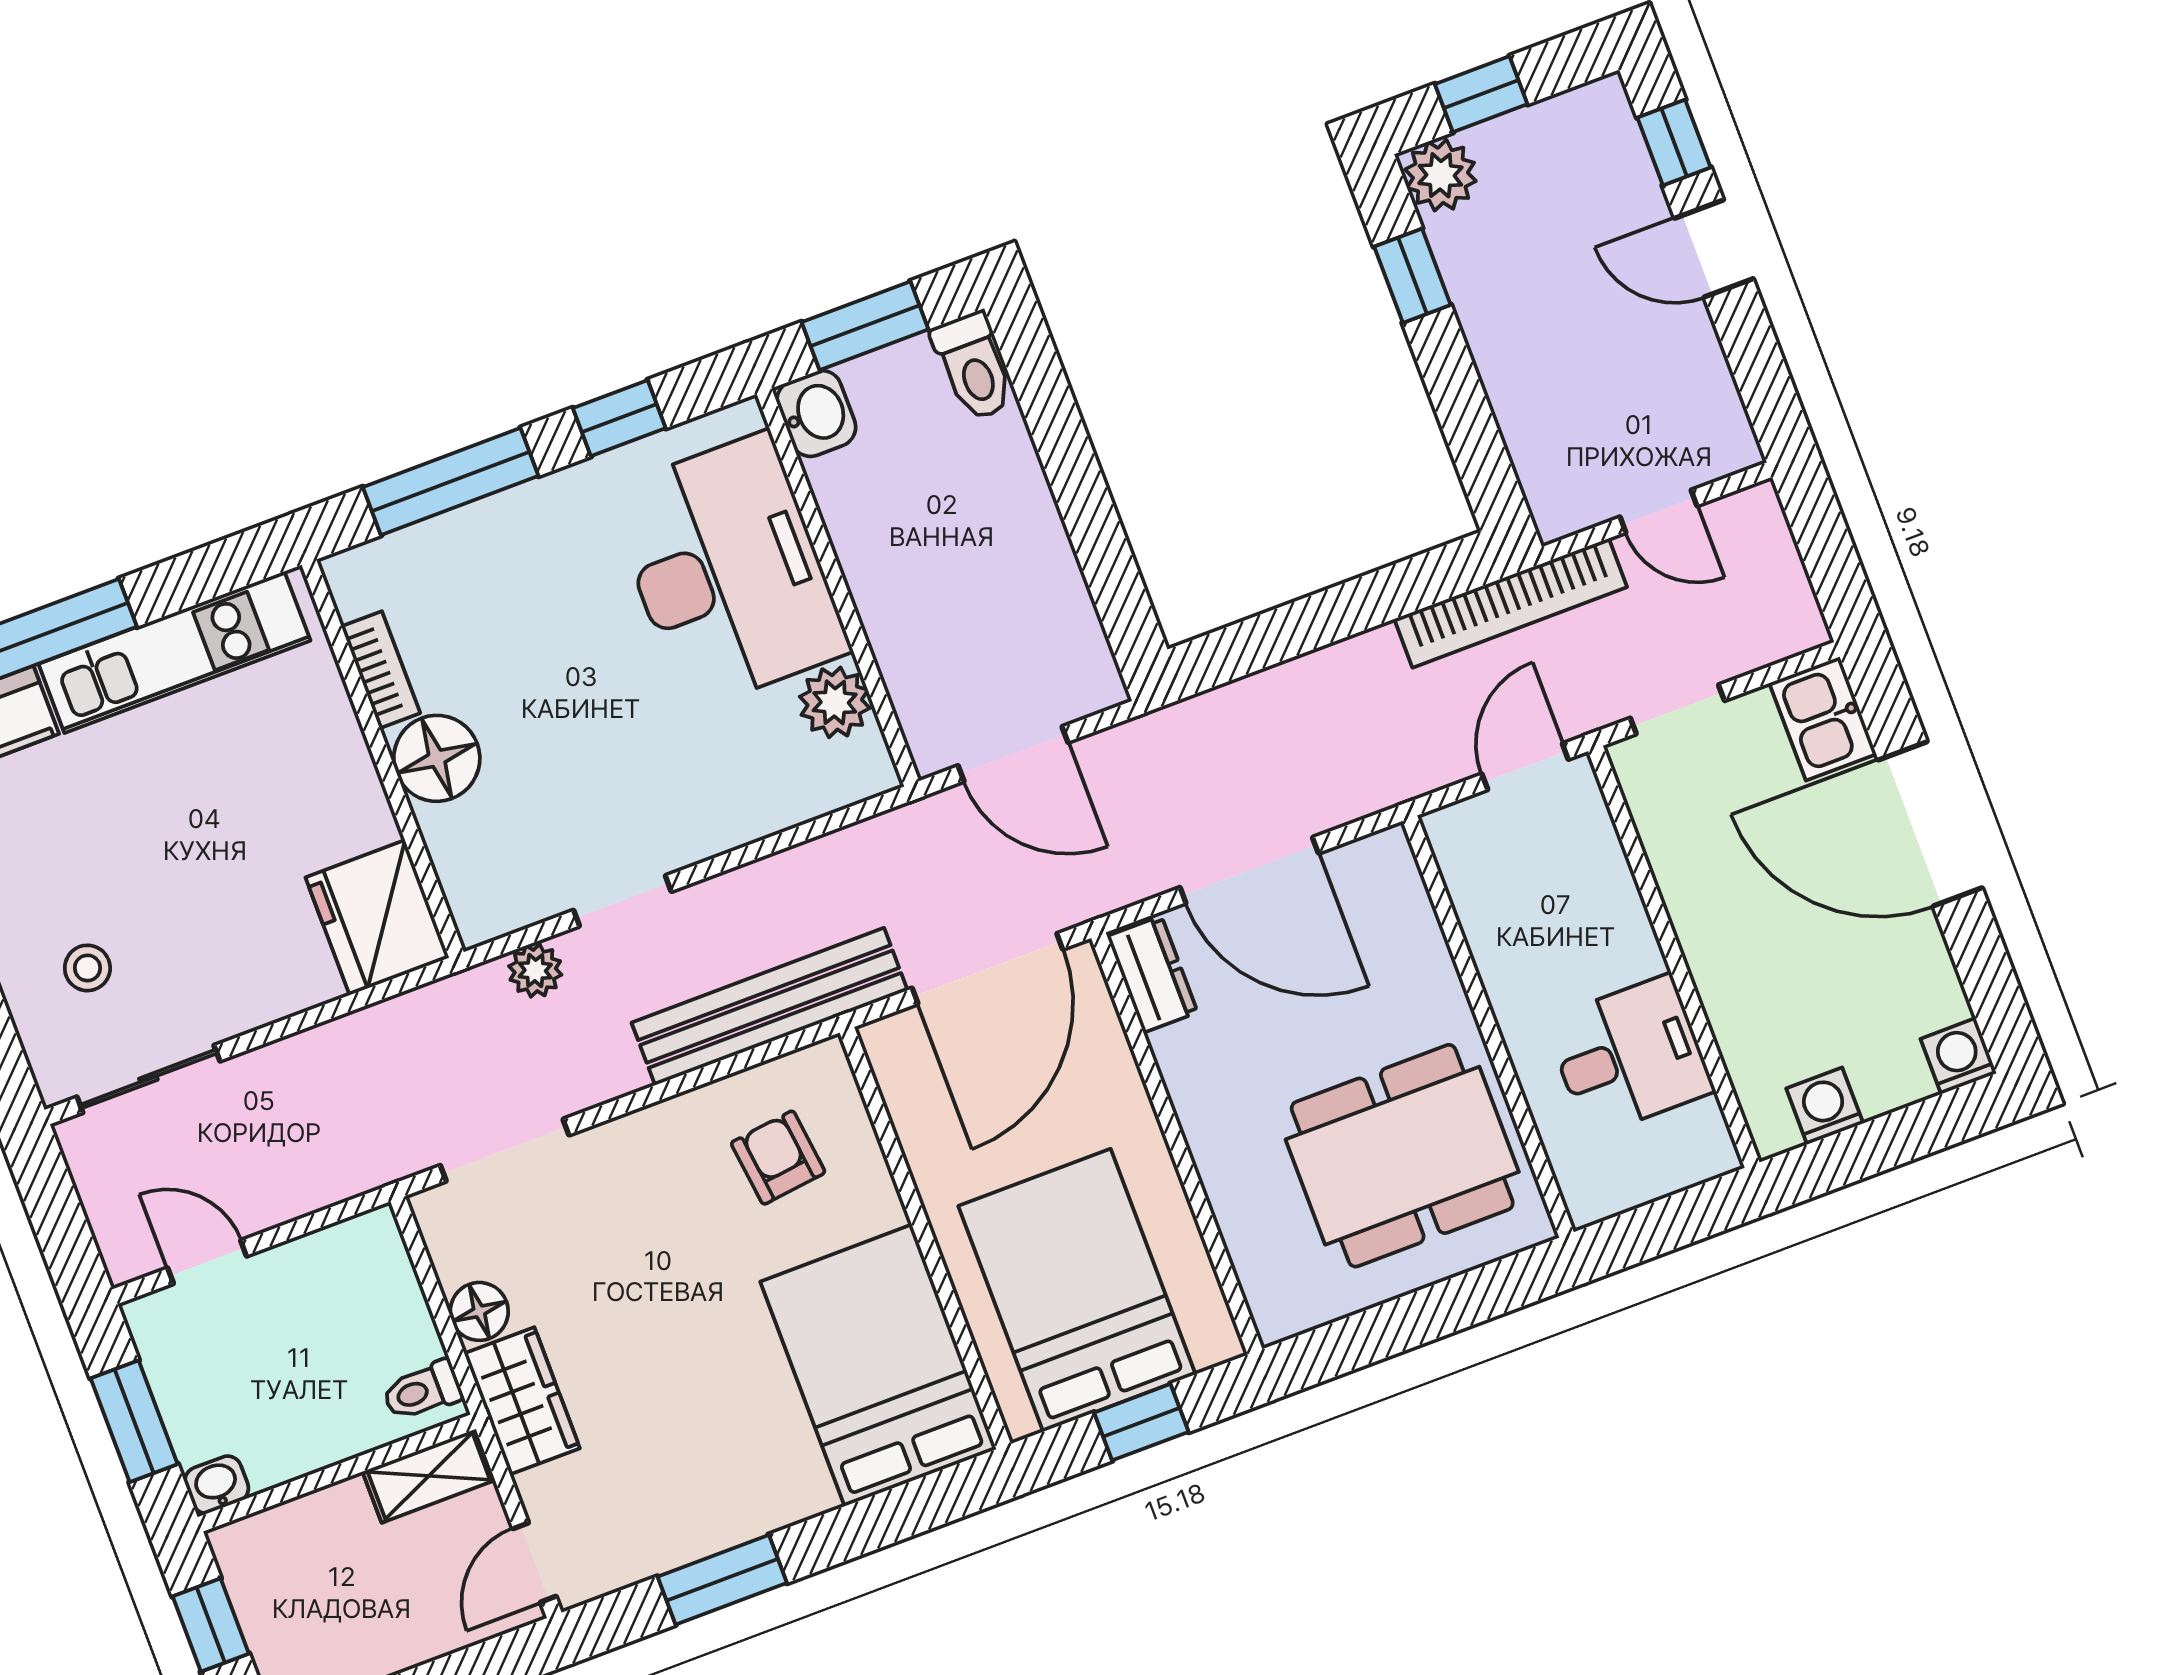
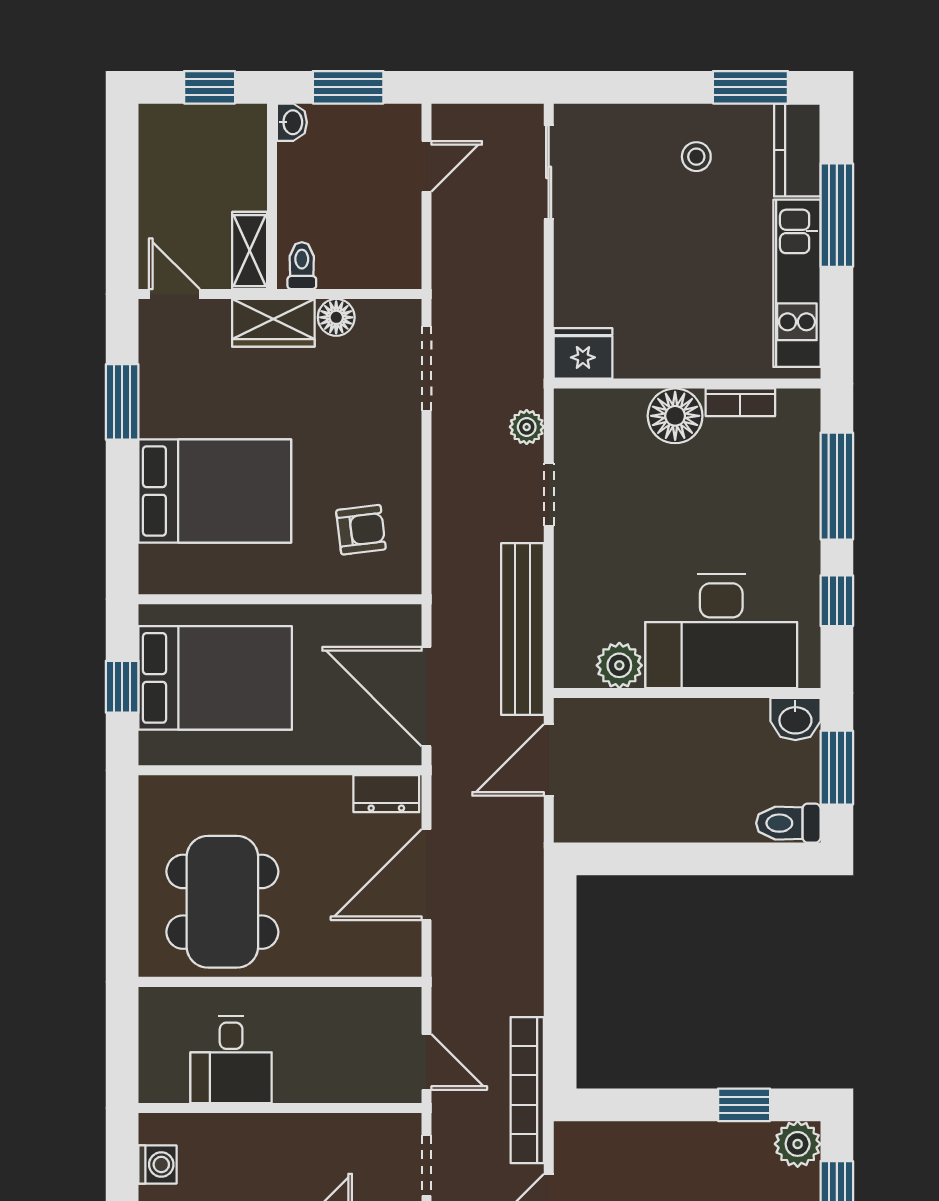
fridge: (377, 918) -> (583, 353), width x0.73, depth x0.75
stool: (87, 968) -> (696, 157), moved
bench: (770, 1007) -> (522, 629), moved
bed: (878, 1365) -> (215, 491), moved

